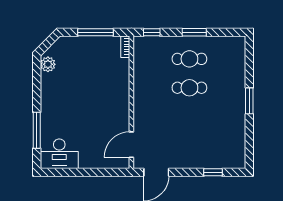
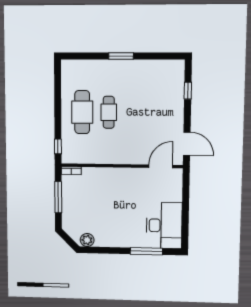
window: (194, 32) -> (58, 107), removed
cafe table: (189, 59) -> (82, 112), width x1.37, depth x1.35
door: (131, 145) -> (161, 166), swing flipped
desk: (59, 154) -> (164, 225), width x1.36, depth x1.30

